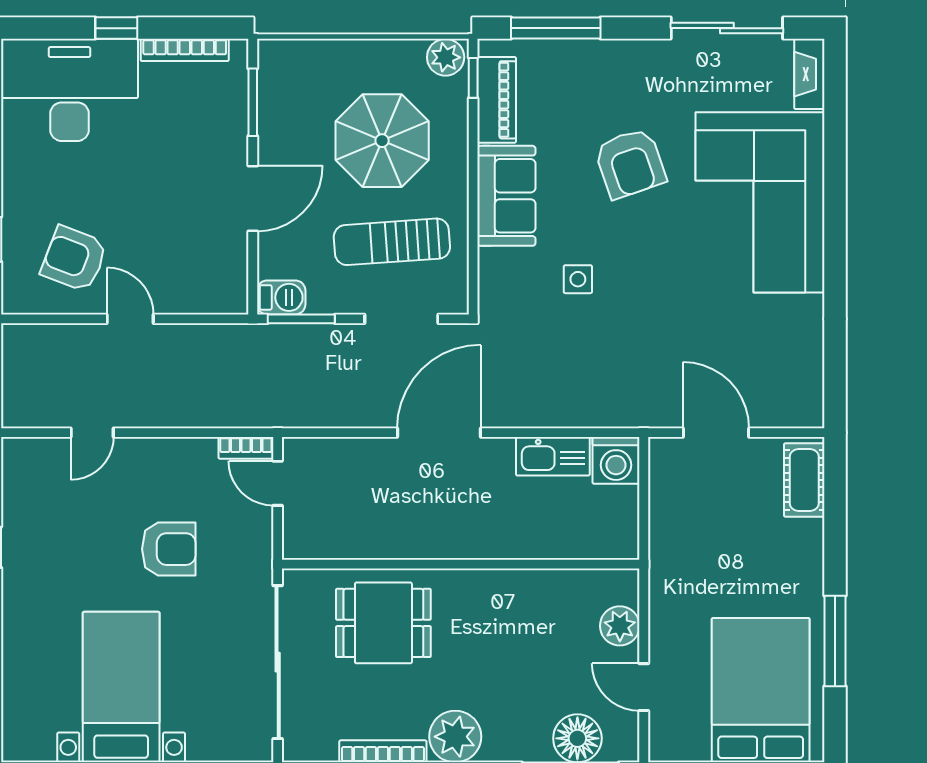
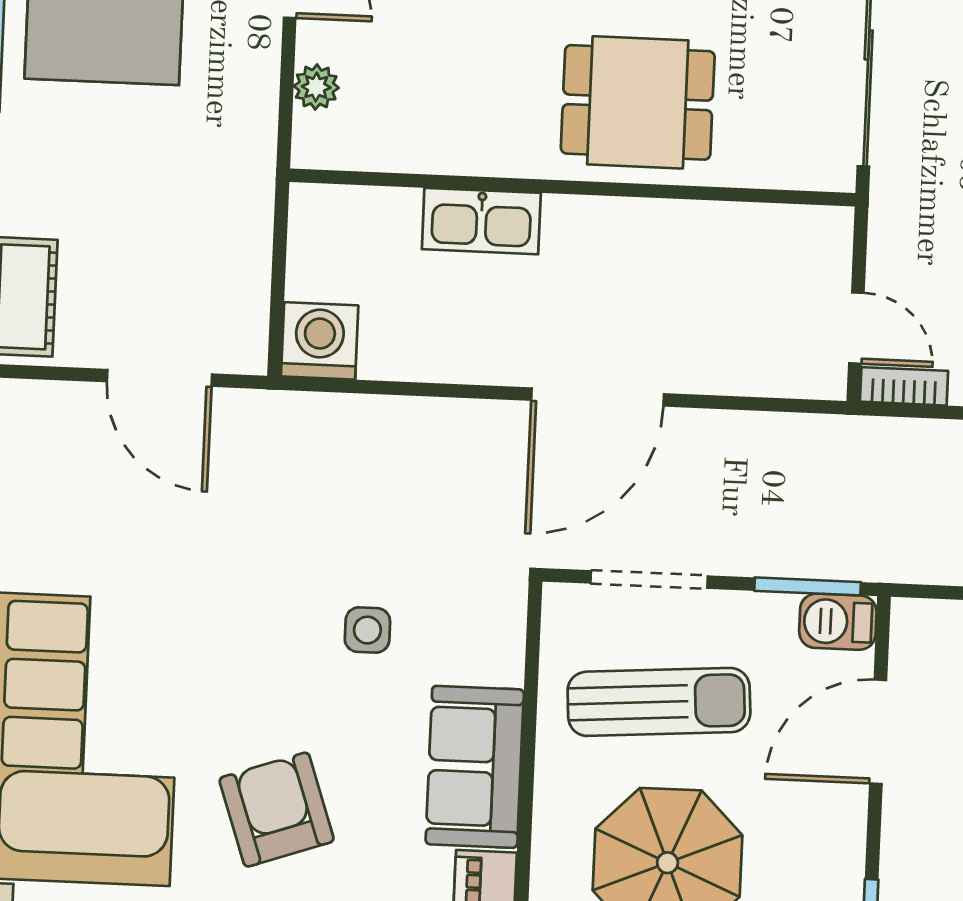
door: (253, 198) -> (878, 732), moved
kitchen sink: (553, 456) -> (481, 221), moved, turned 180
dining table: (383, 623) -> (638, 102), moved
plant: (620, 626) -> (316, 87), width x0.73, depth x0.73

